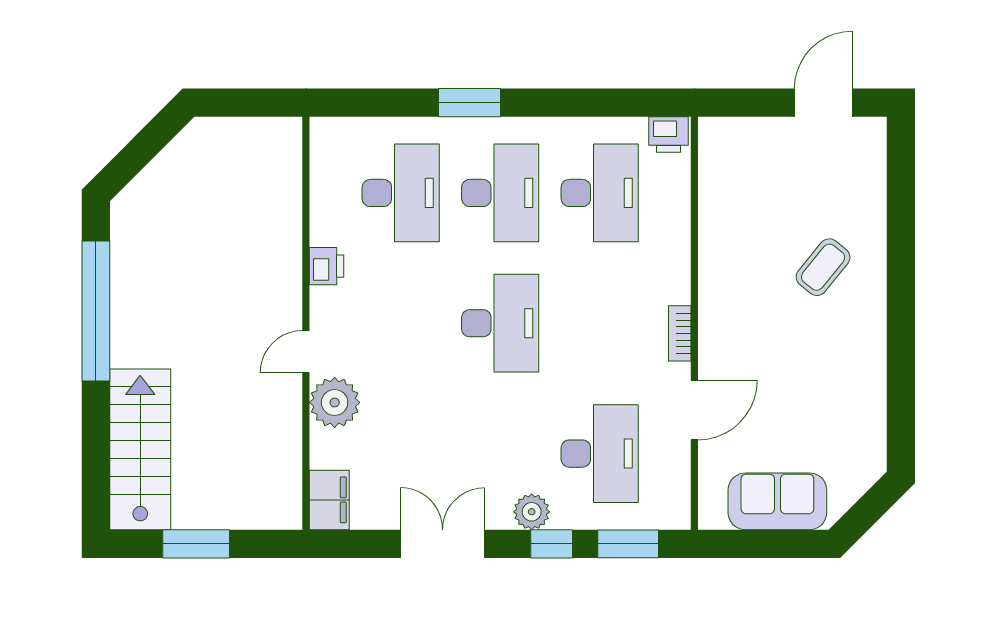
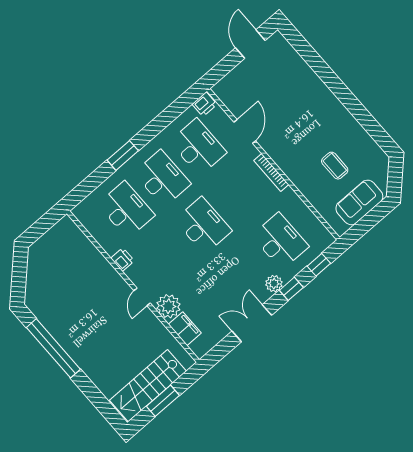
coffee table: (823, 267) -> (335, 166), moved, turned -39
bookcase: (680, 333) -> (271, 173), width x1.56
door: (694, 410) -> (245, 131), moved
stairs: (140, 449) -> (148, 386), moved, turned -90
filing cabinet: (329, 500) -> (185, 329), moved
window: (628, 544) -> (319, 265), width x0.67

